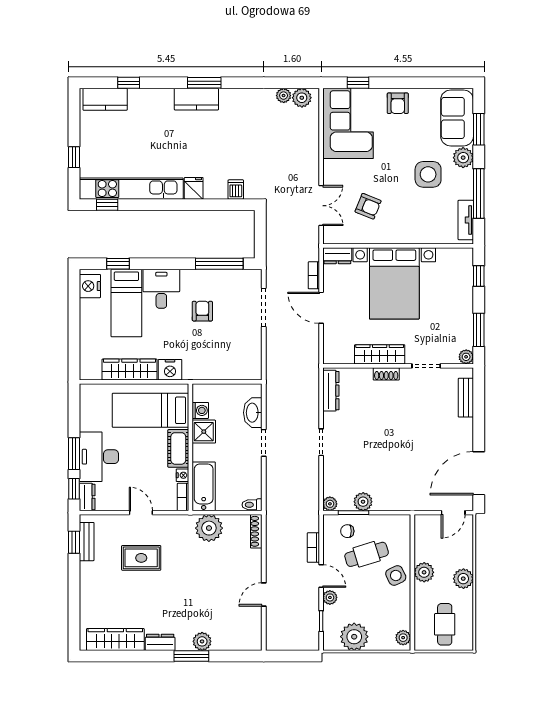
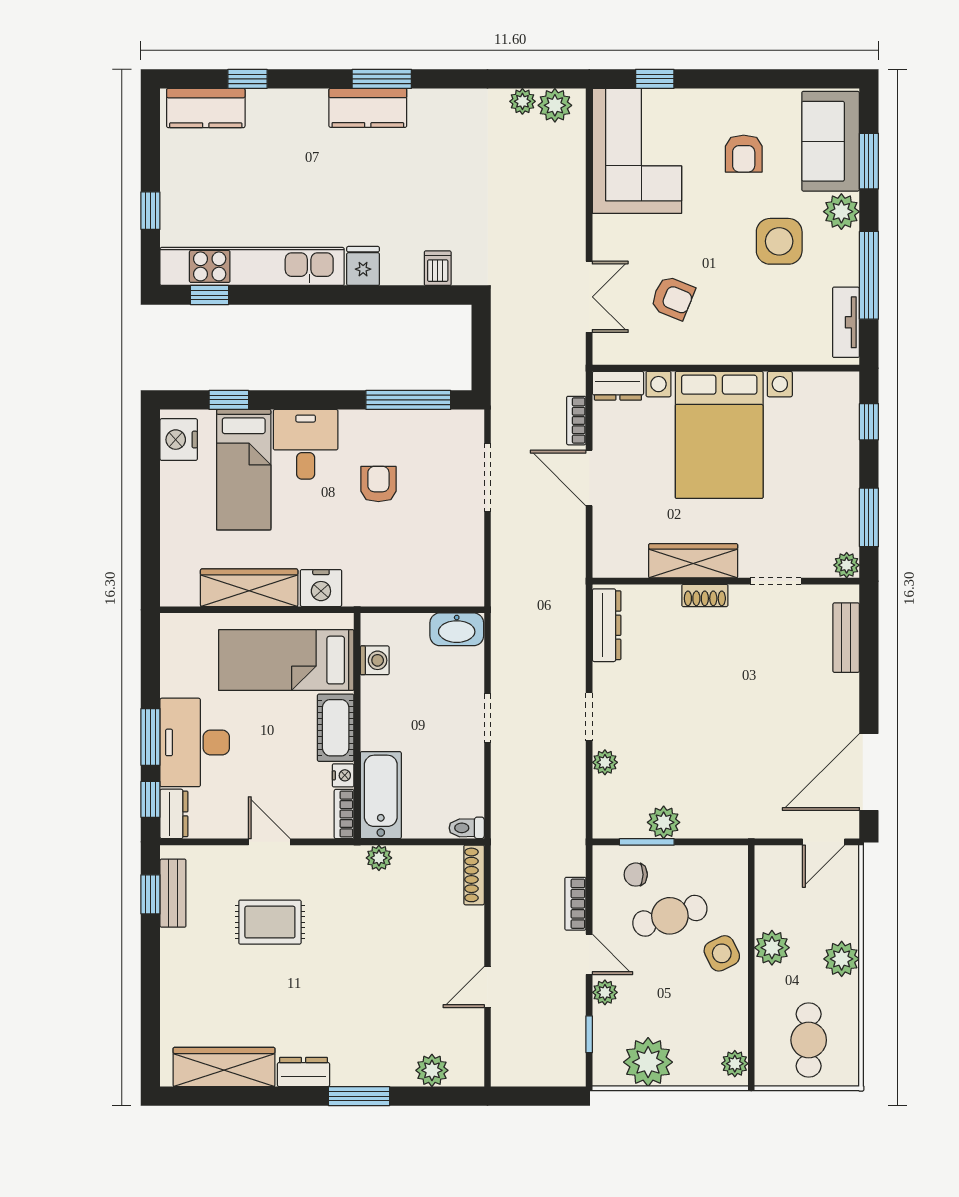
armchair: (398, 103) -> (744, 154), moved
washbasin: (253, 413) -> (457, 629), moved, turned -90
shower: (204, 432) -> (381, 698), removed
plant: (330, 504) -> (605, 762), moved
plant: (209, 528) -> (379, 858), width x0.53, depth x0.53
plant: (202, 641) -> (432, 1070), moved

